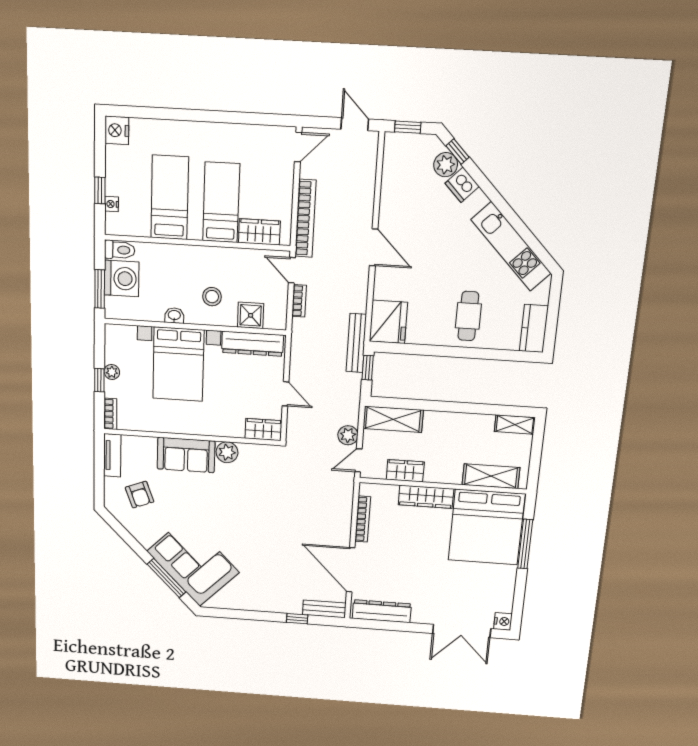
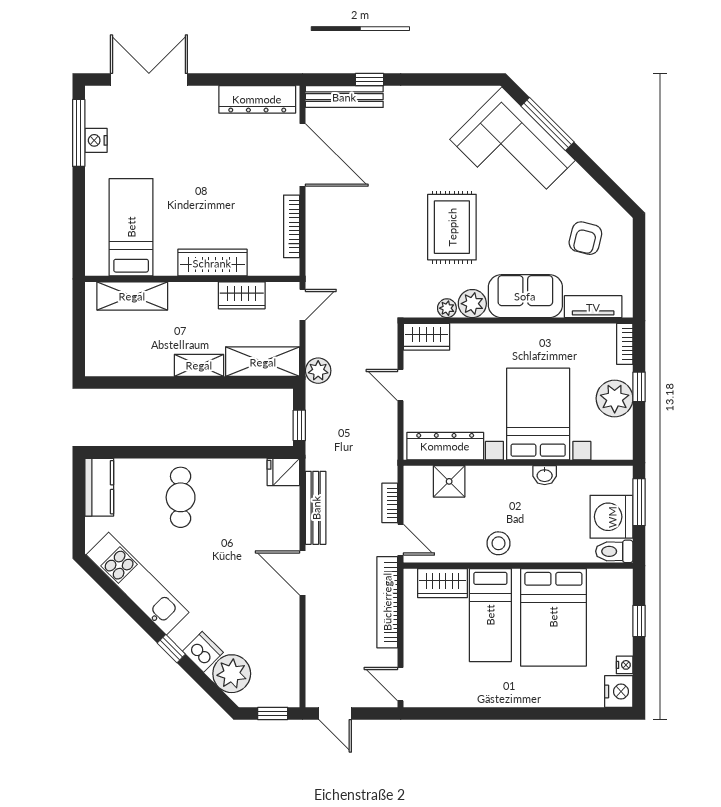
door: (298, 147) -> (401, 684), hinge flipped
window: (458, 152) -> (171, 649), moved
plant: (446, 165) -> (232, 674), width x1.36, depth x1.36
bed: (170, 198) -> (553, 617), width x1.50
nightstand: (112, 204) -> (625, 665), moved
stool: (212, 297) -> (498, 543), moved
fridge: (388, 322) -> (283, 472), width x0.53, depth x0.75
bench: (356, 343) -> (316, 508), moved
plant: (112, 372) -> (615, 398), width x1.88, depth x1.88
shelving: (515, 425) -> (199, 365), moved
plant: (348, 435) -> (318, 371), moved
plant: (247, 450) -> (447, 308), added
tv unit: (112, 455) -> (593, 307), moved, turned 90
armchair: (140, 495) -> (585, 238), turned -145
rug: (240, 510) -> (452, 227), added
bed: (486, 527) -> (131, 227), width x0.49
window: (525, 544) -> (79, 133), moved
bench: (324, 609) -> (344, 97), width x1.36
nightstand: (503, 621) -> (96, 140), moved

